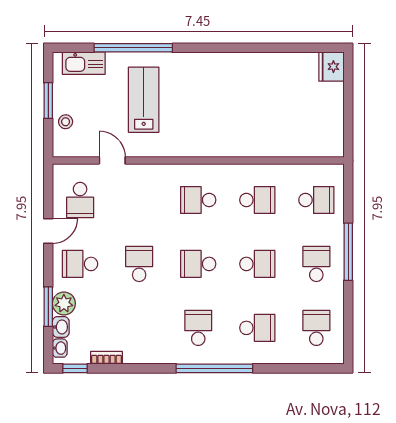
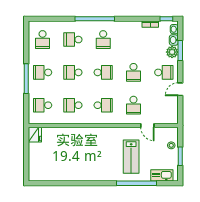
fridge: (331, 67) -> (35, 135), moved
school desk: (80, 200) -> (133, 105), moved, turned 180
school desk: (316, 264) -> (43, 72), turned 90

